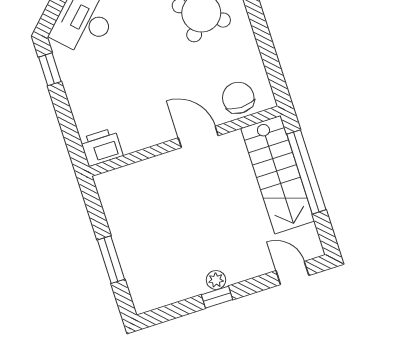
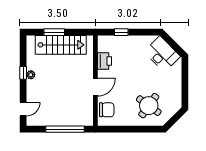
window: (50, 69) -> (121, 32), moved
printer: (101, 147) -> (104, 61), moved
stairs: (278, 175) -> (61, 45), moved, turned 180

